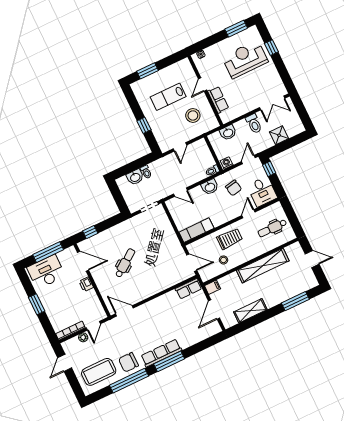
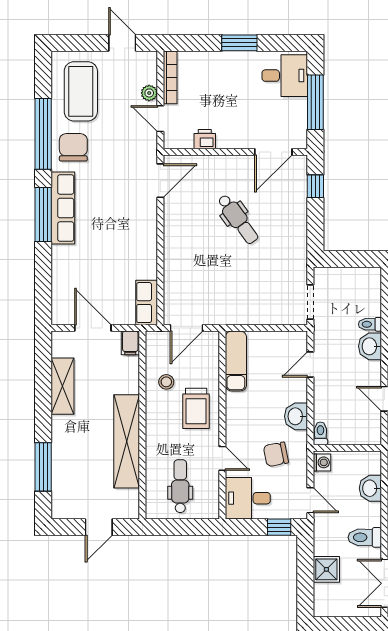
washbasin: (135, 177) -> (370, 346), moved
desk: (46, 272) -> (285, 76), width x0.73
printer: (86, 284) -> (205, 139), moved

